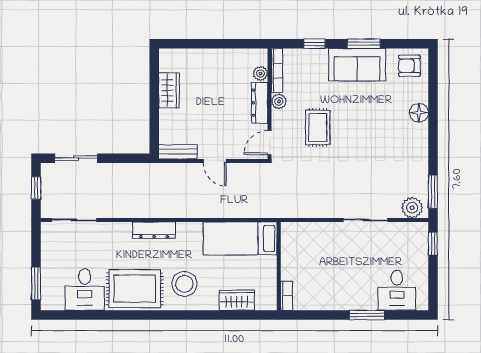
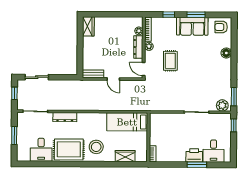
wardrobe: (169, 90) -> (88, 26), moved
door: (270, 143) -> (144, 69), hinge flipped
dresser: (154, 230) -> (65, 117), moved
window: (36, 283) -> (14, 135), moved
printer: (362, 298) -> (194, 155), added

